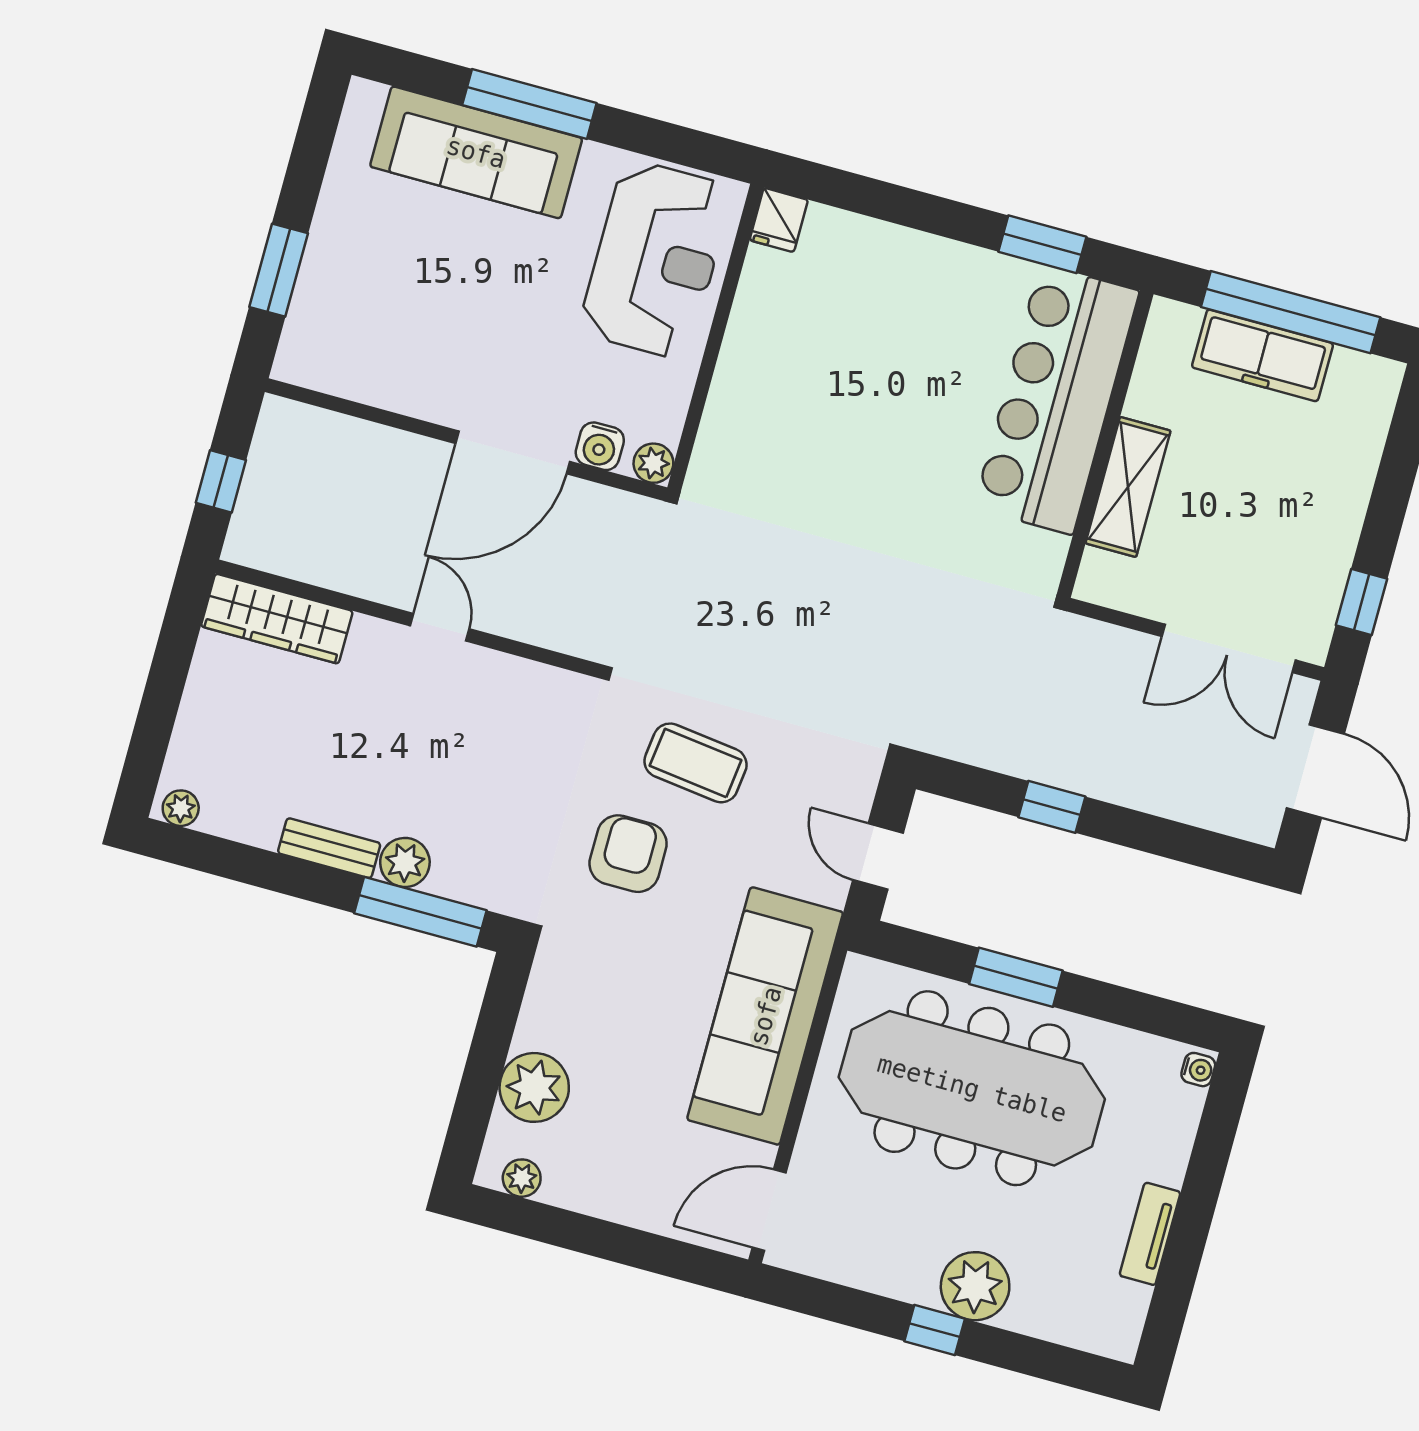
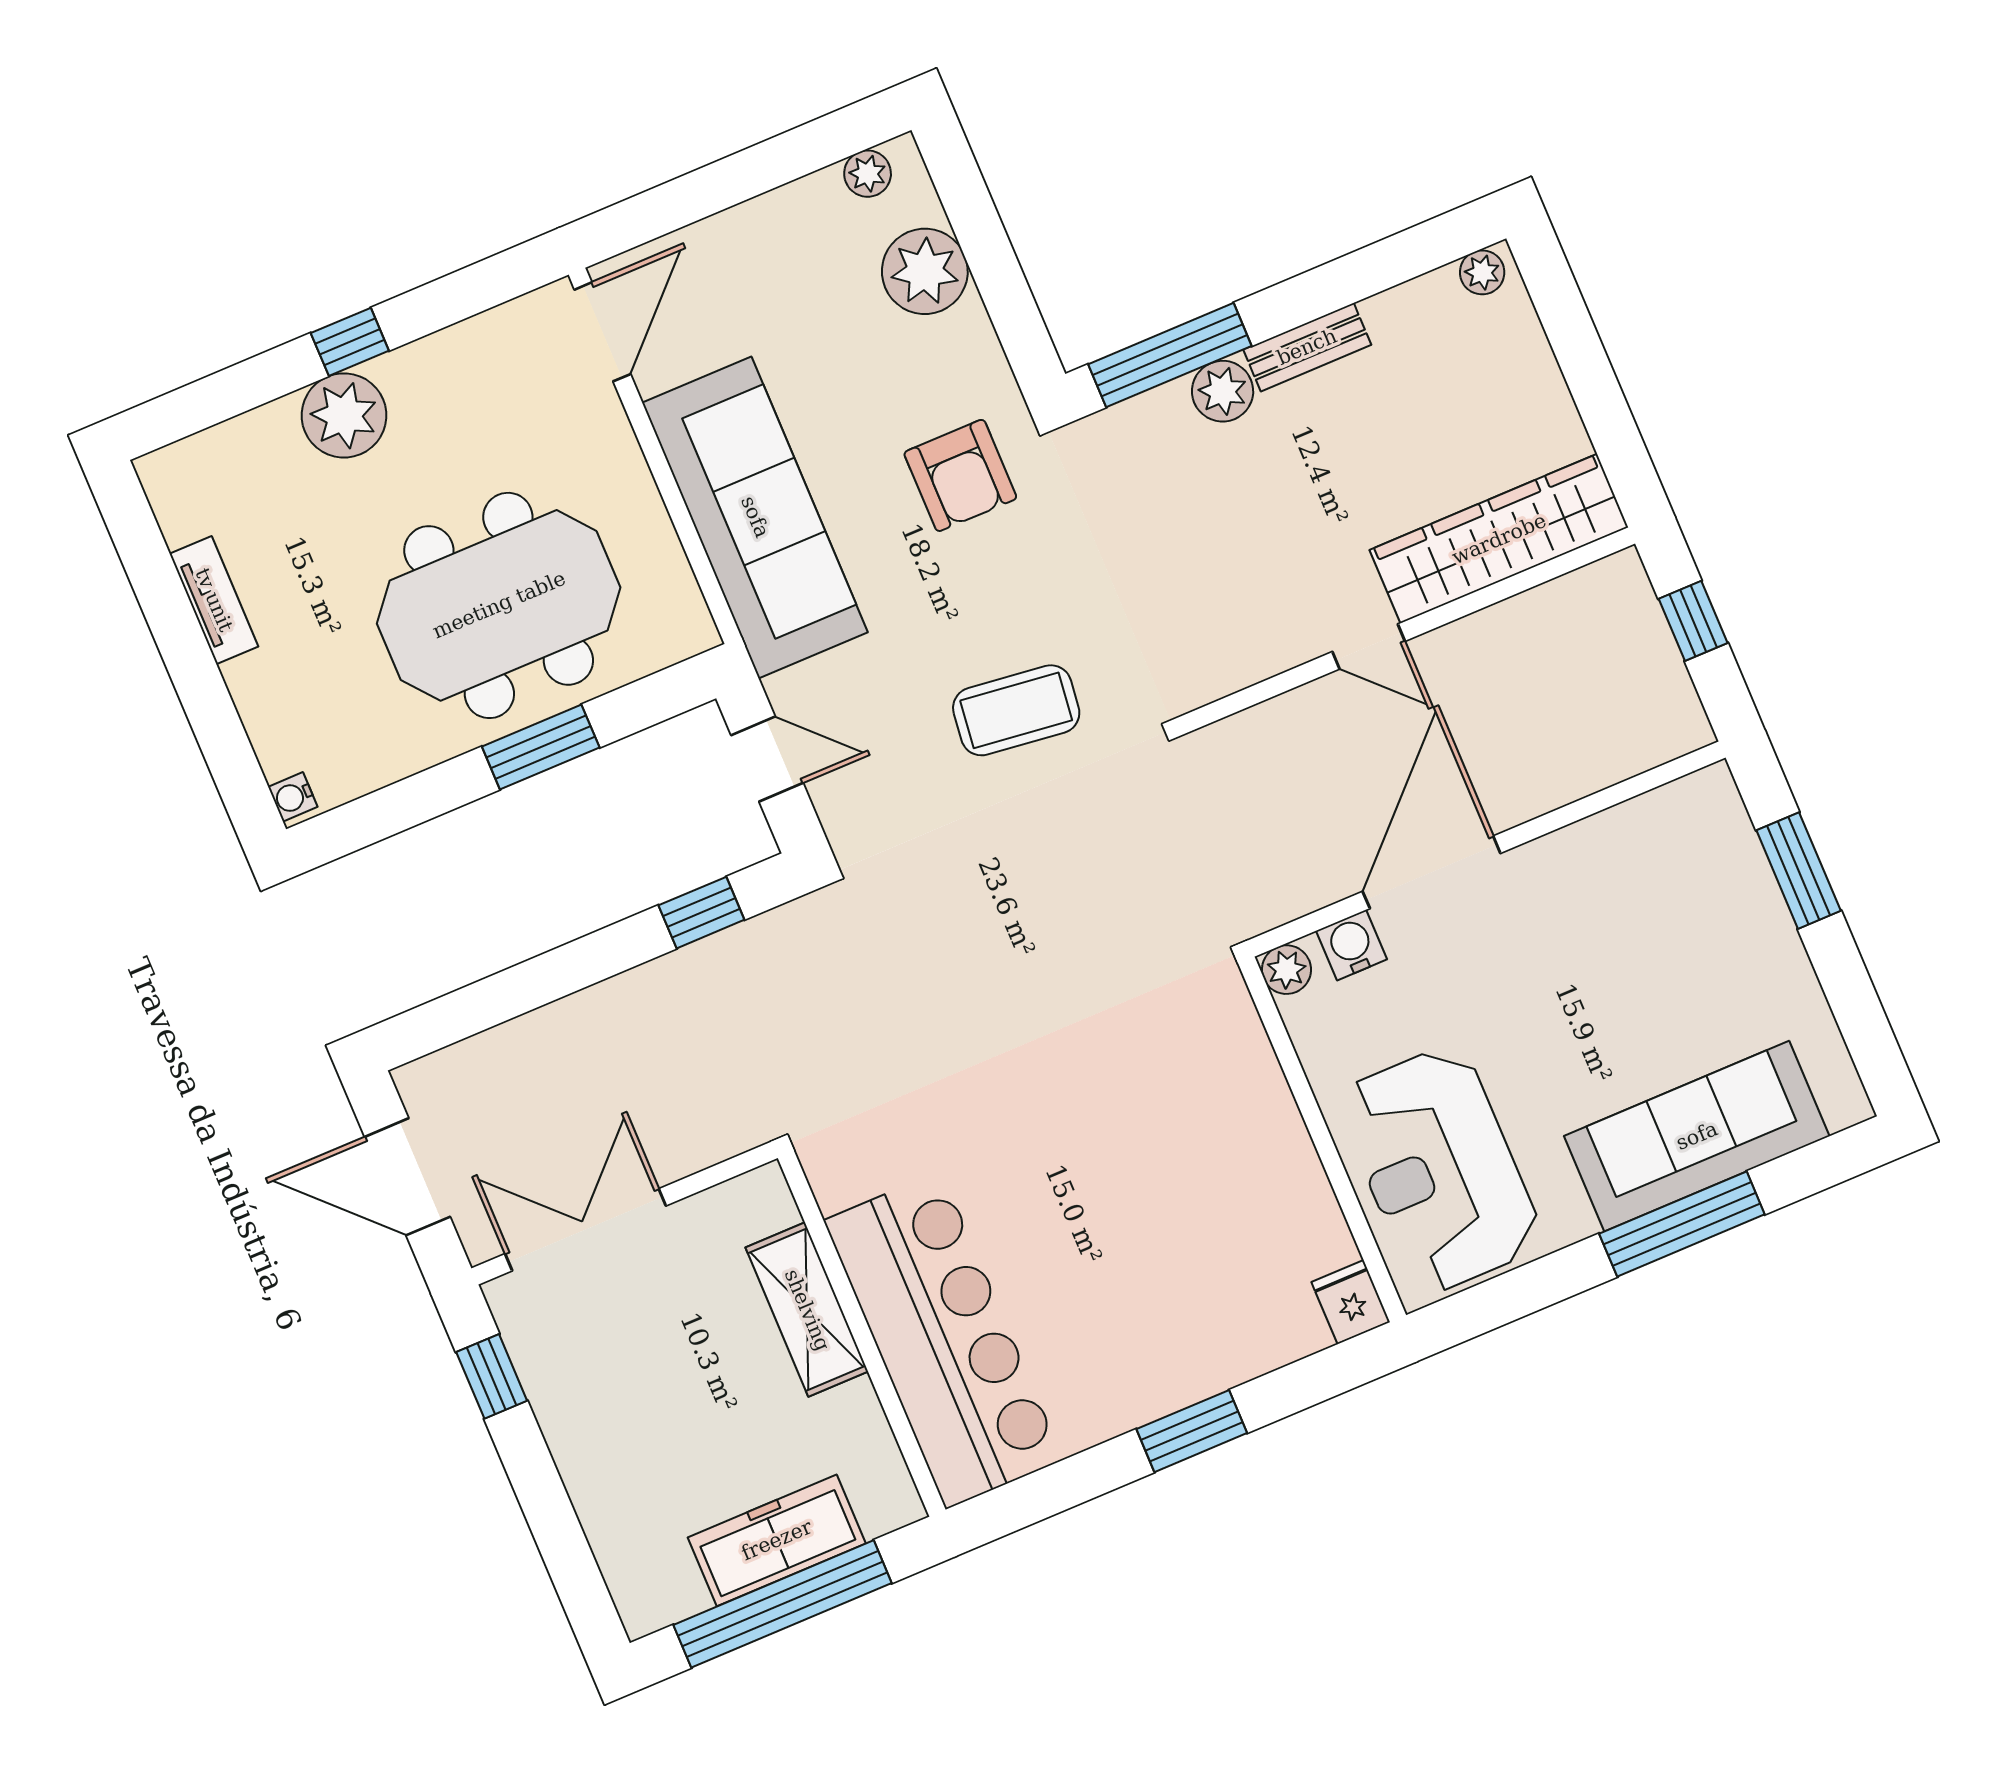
window: (1042, 244) -> (1192, 1431), moved
wardrobe: (277, 619) -> (1499, 539), width x1.40, depth x1.17
window: (1052, 807) -> (701, 913), moved
armchair: (628, 854) -> (960, 475), moved
meeting table: (972, 1088) -> (499, 605), width x0.73

